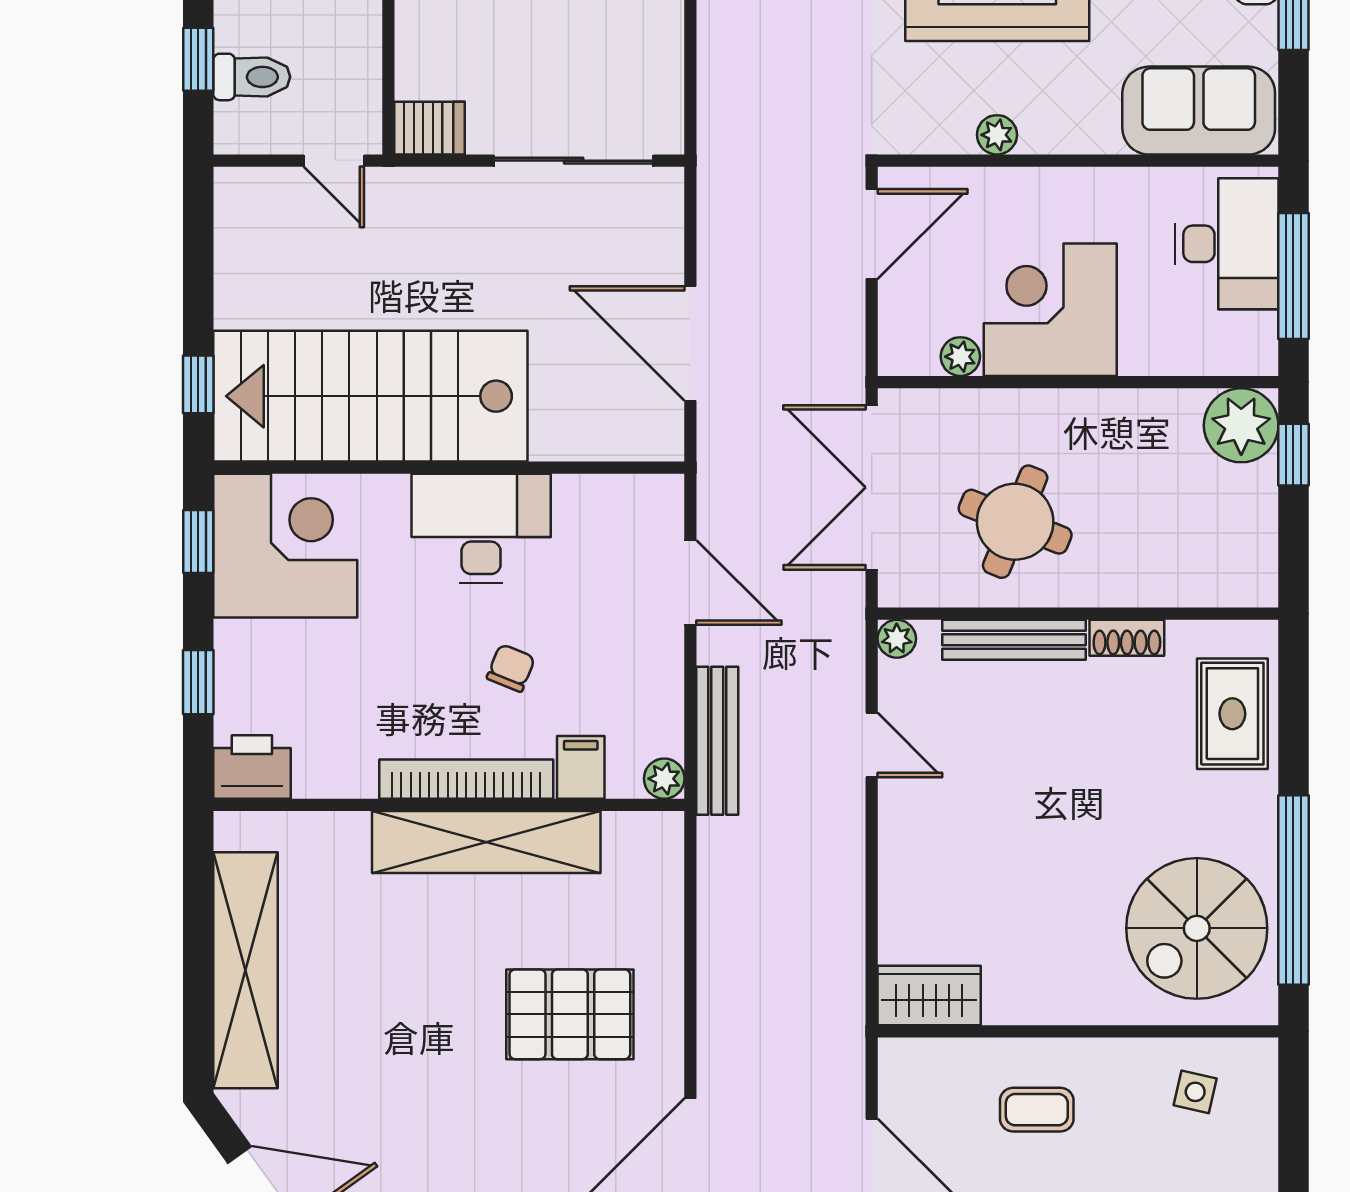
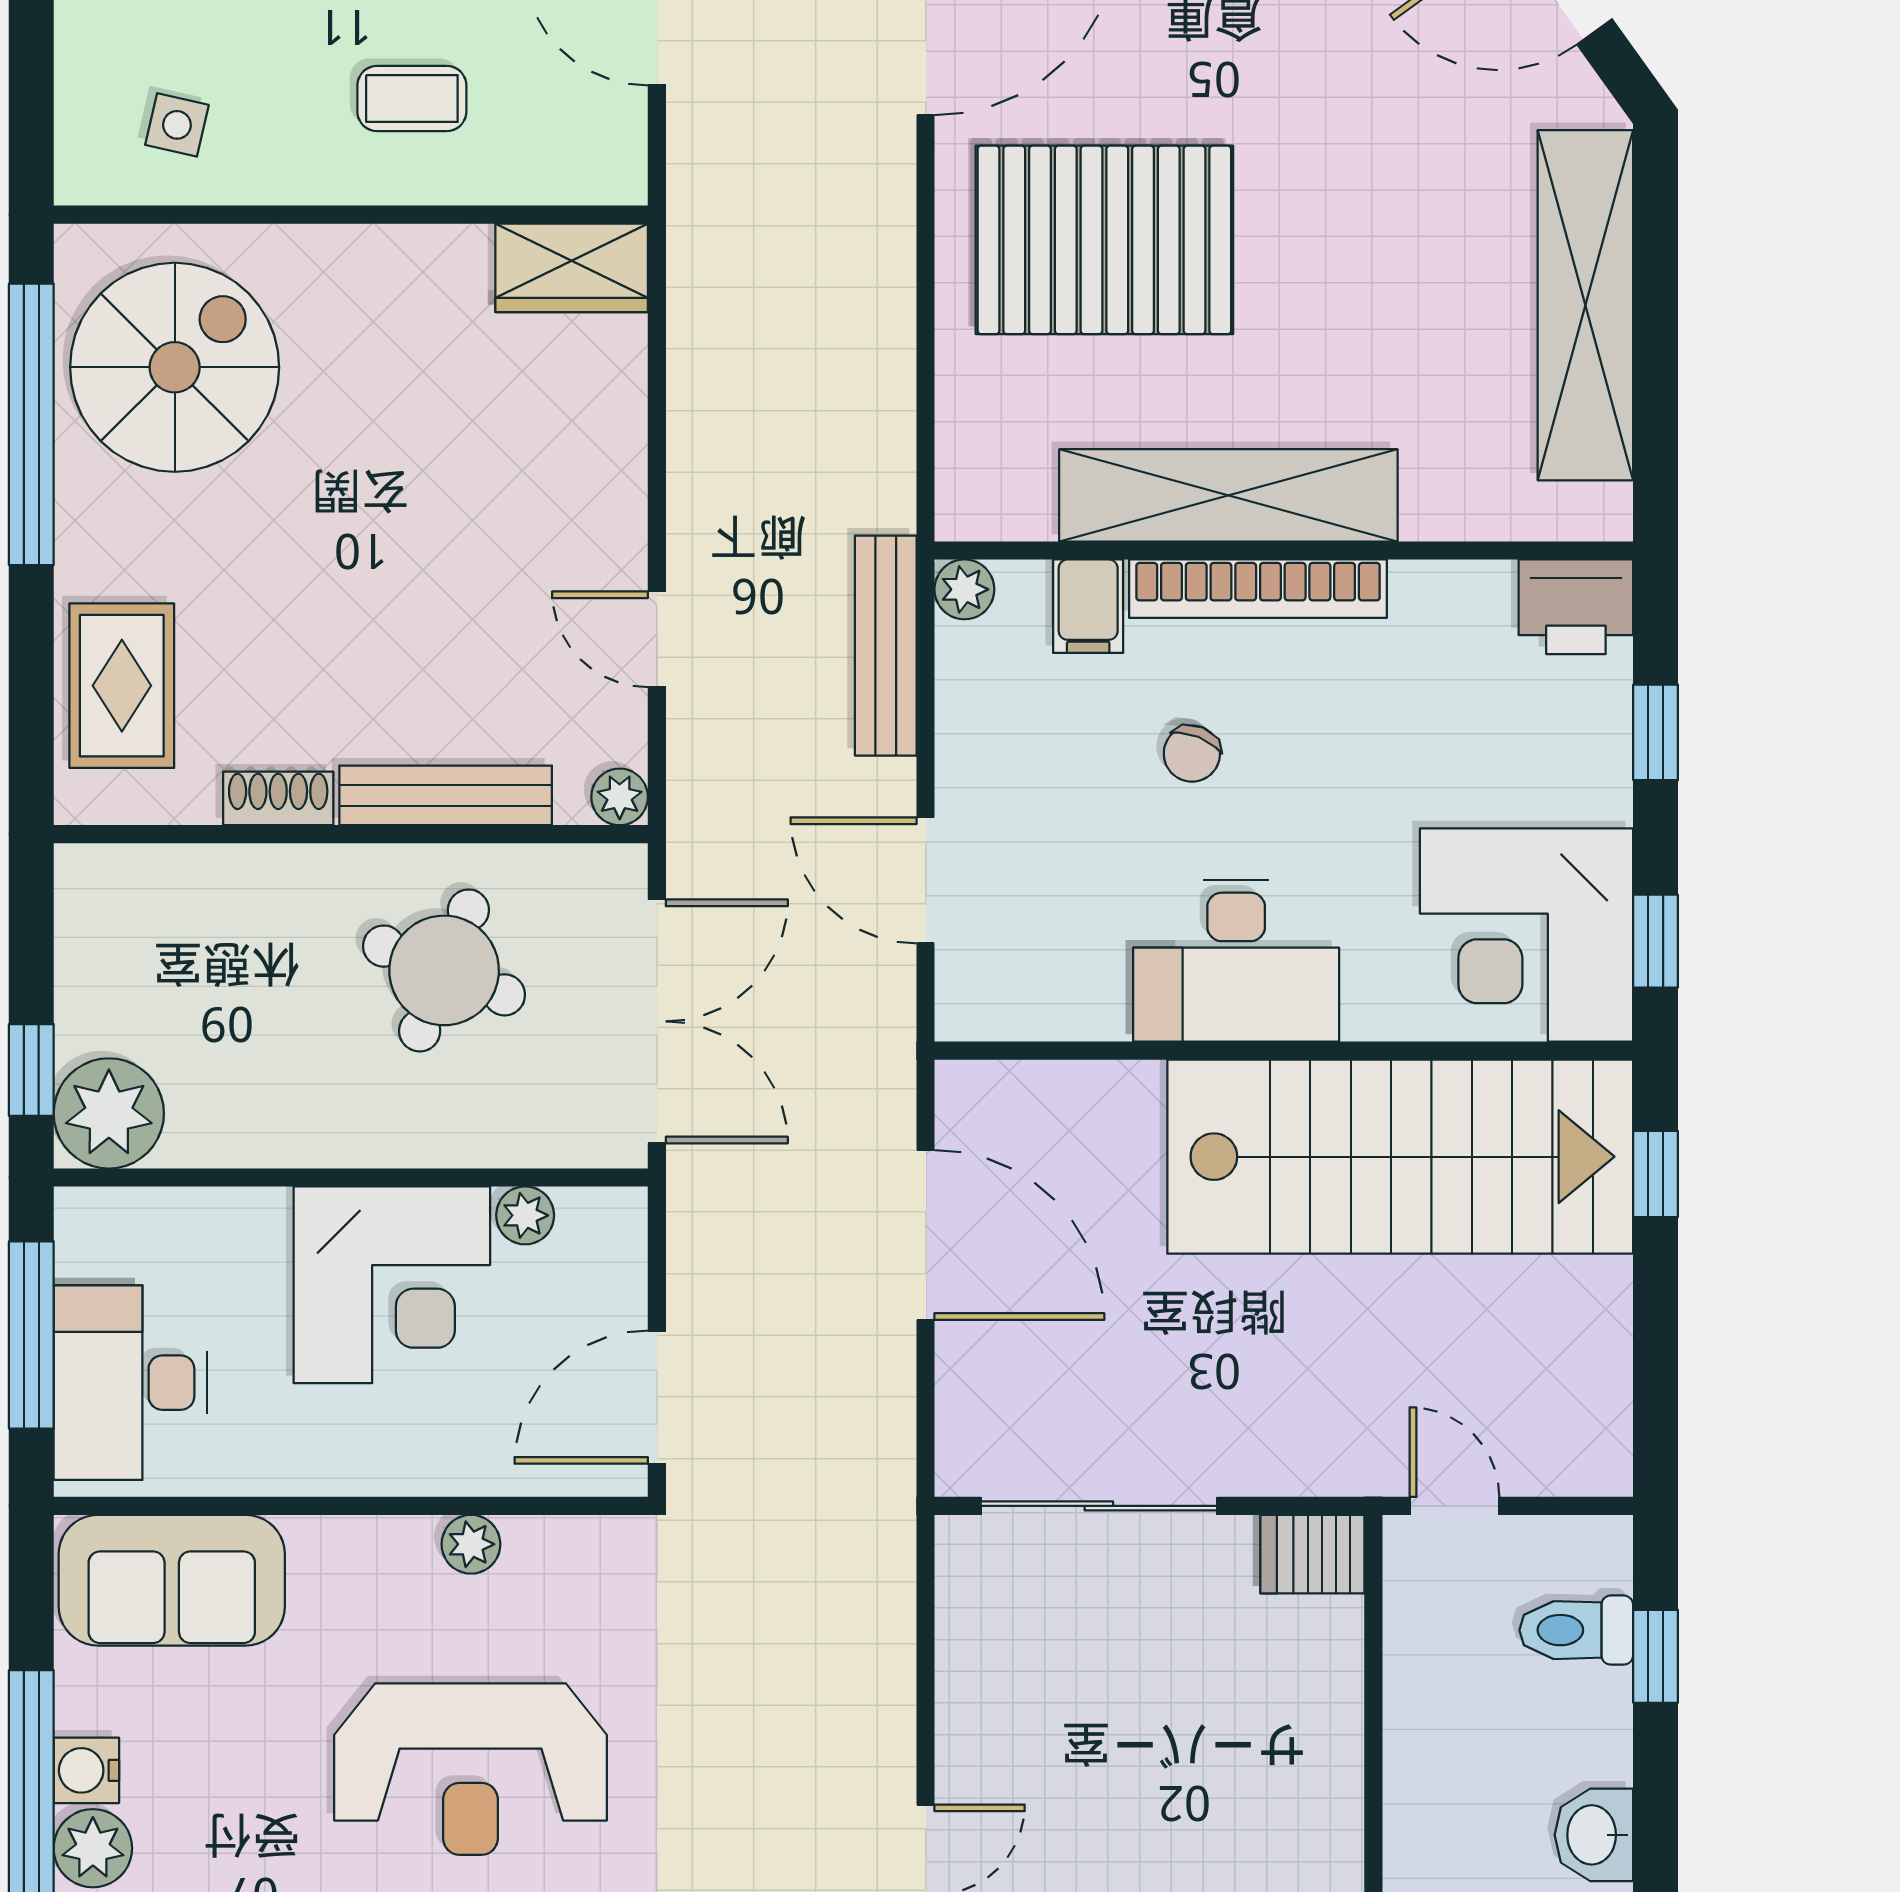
pallet: (570, 1014) -> (1104, 240), width x1.37, depth x1.41

